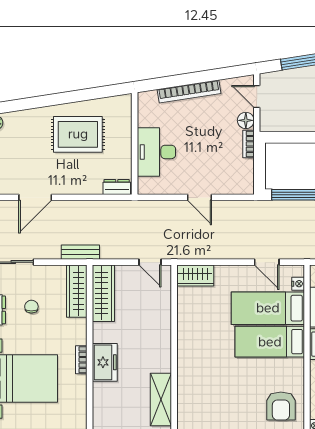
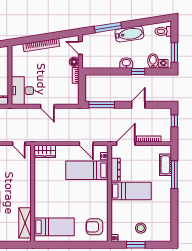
desk: (156, 152) -> (22, 91), moved
bed: (270, 342) -> (54, 227), moved, turned 180
armchair: (281, 406) -> (94, 227), turned 90

